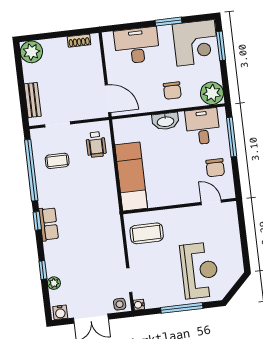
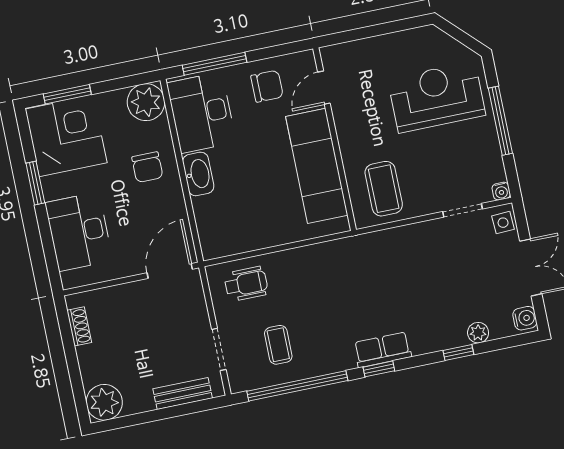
chair: (172, 91) -> (147, 167), turned 90
desk: (203, 126) -> (201, 113), width x1.37
exam couch: (131, 177) -> (317, 166), moved, turned -90

